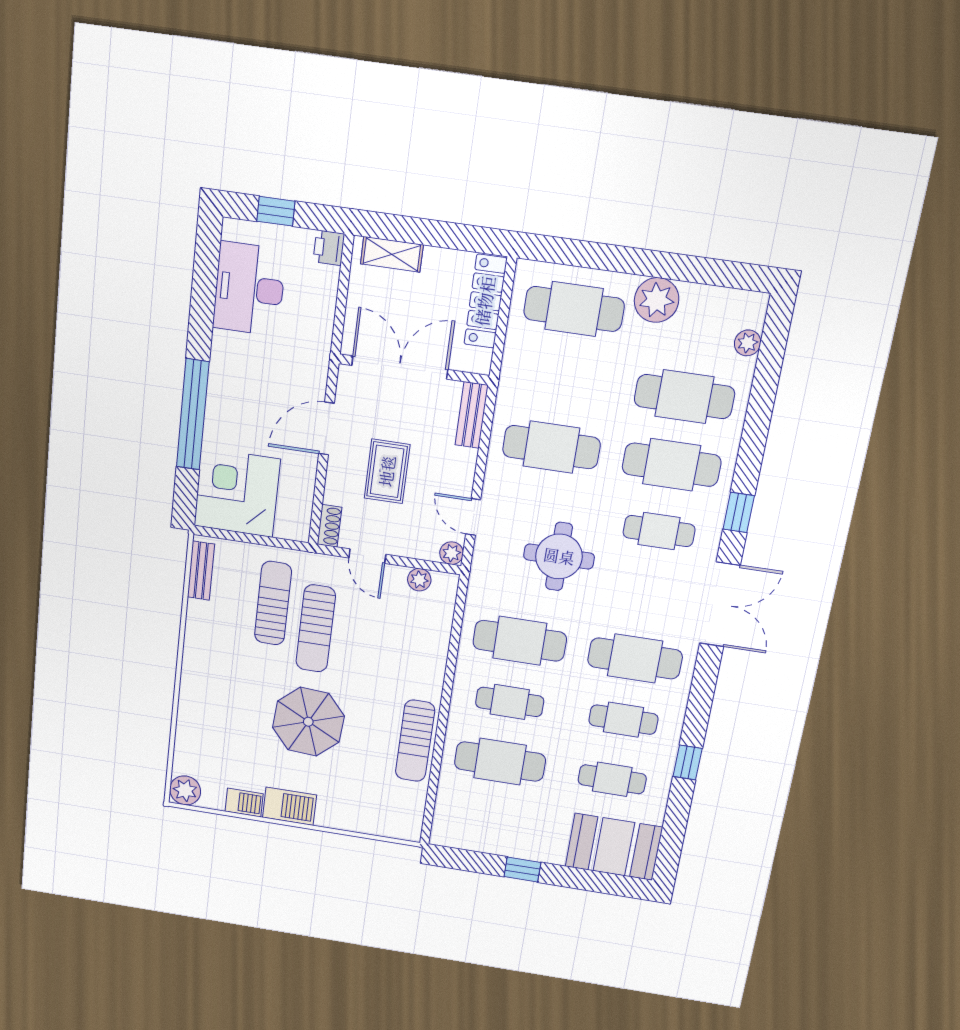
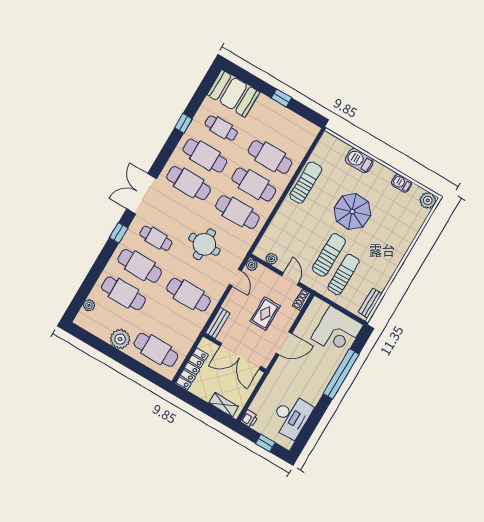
sun lounger: (273, 603) -> (343, 275), turned 180
cafe table: (510, 702) -> (254, 185), width x1.37, depth x1.35
cafe table: (623, 720) -> (205, 156), width x1.37, depth x1.35
barbecue: (290, 806) -> (359, 160), moved

